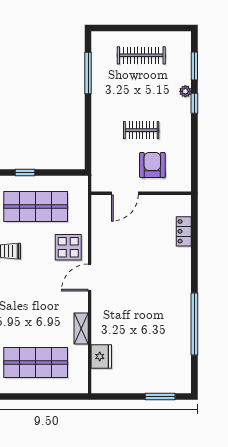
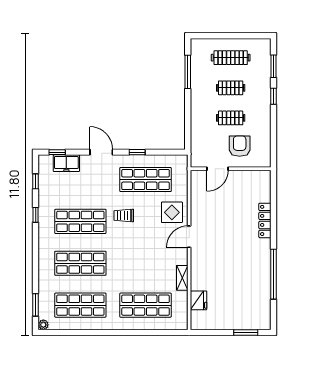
plant: (185, 91) -> (266, 87), removed
clothes rail: (141, 93) -> (231, 88), added
locker: (184, 231) -> (265, 220), moved, width x1.53

